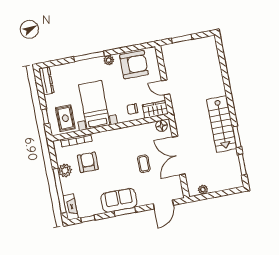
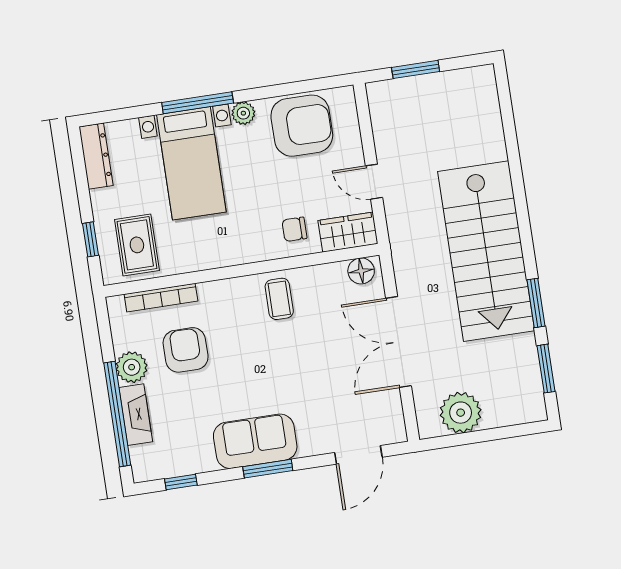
bed with nightstands: (94, 105) -> (191, 163), moved, turned 180
stairs: (222, 124) -> (486, 251), width x1.36, depth x1.51
coffee table: (144, 164) -> (279, 299), moved
plant: (203, 190) -> (461, 413), width x1.88, depth x1.88
fireplace: (71, 207) -> (136, 415), moved

